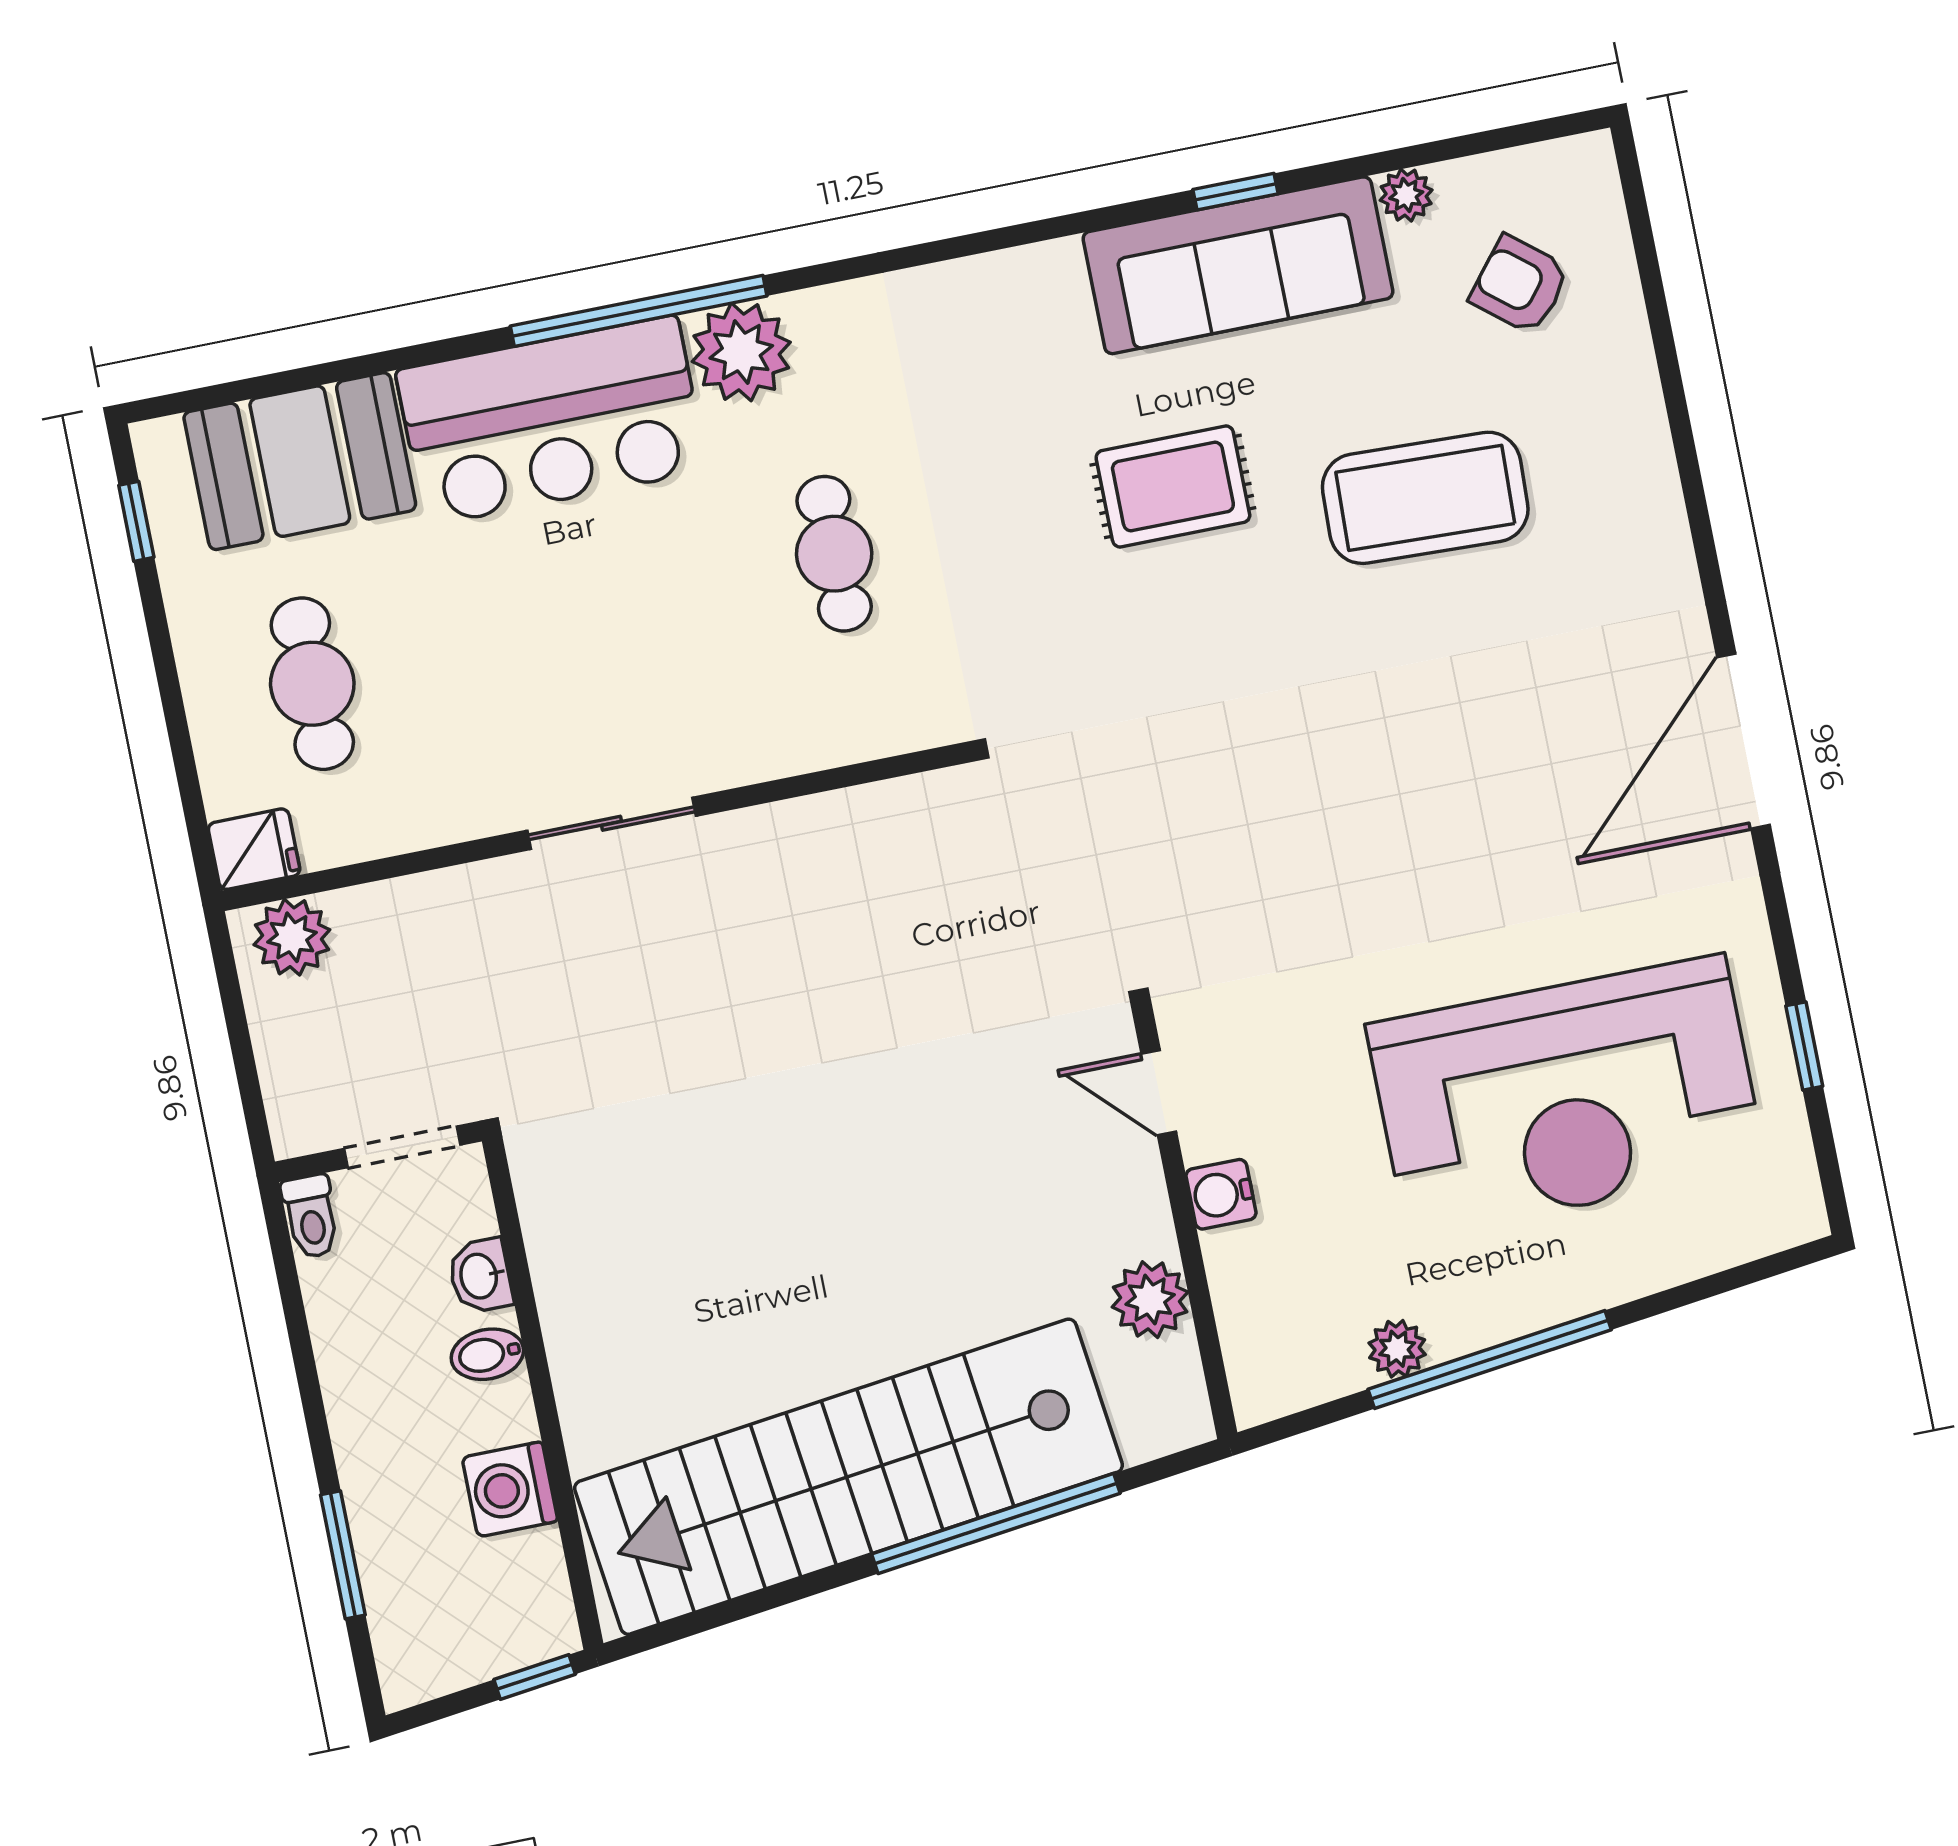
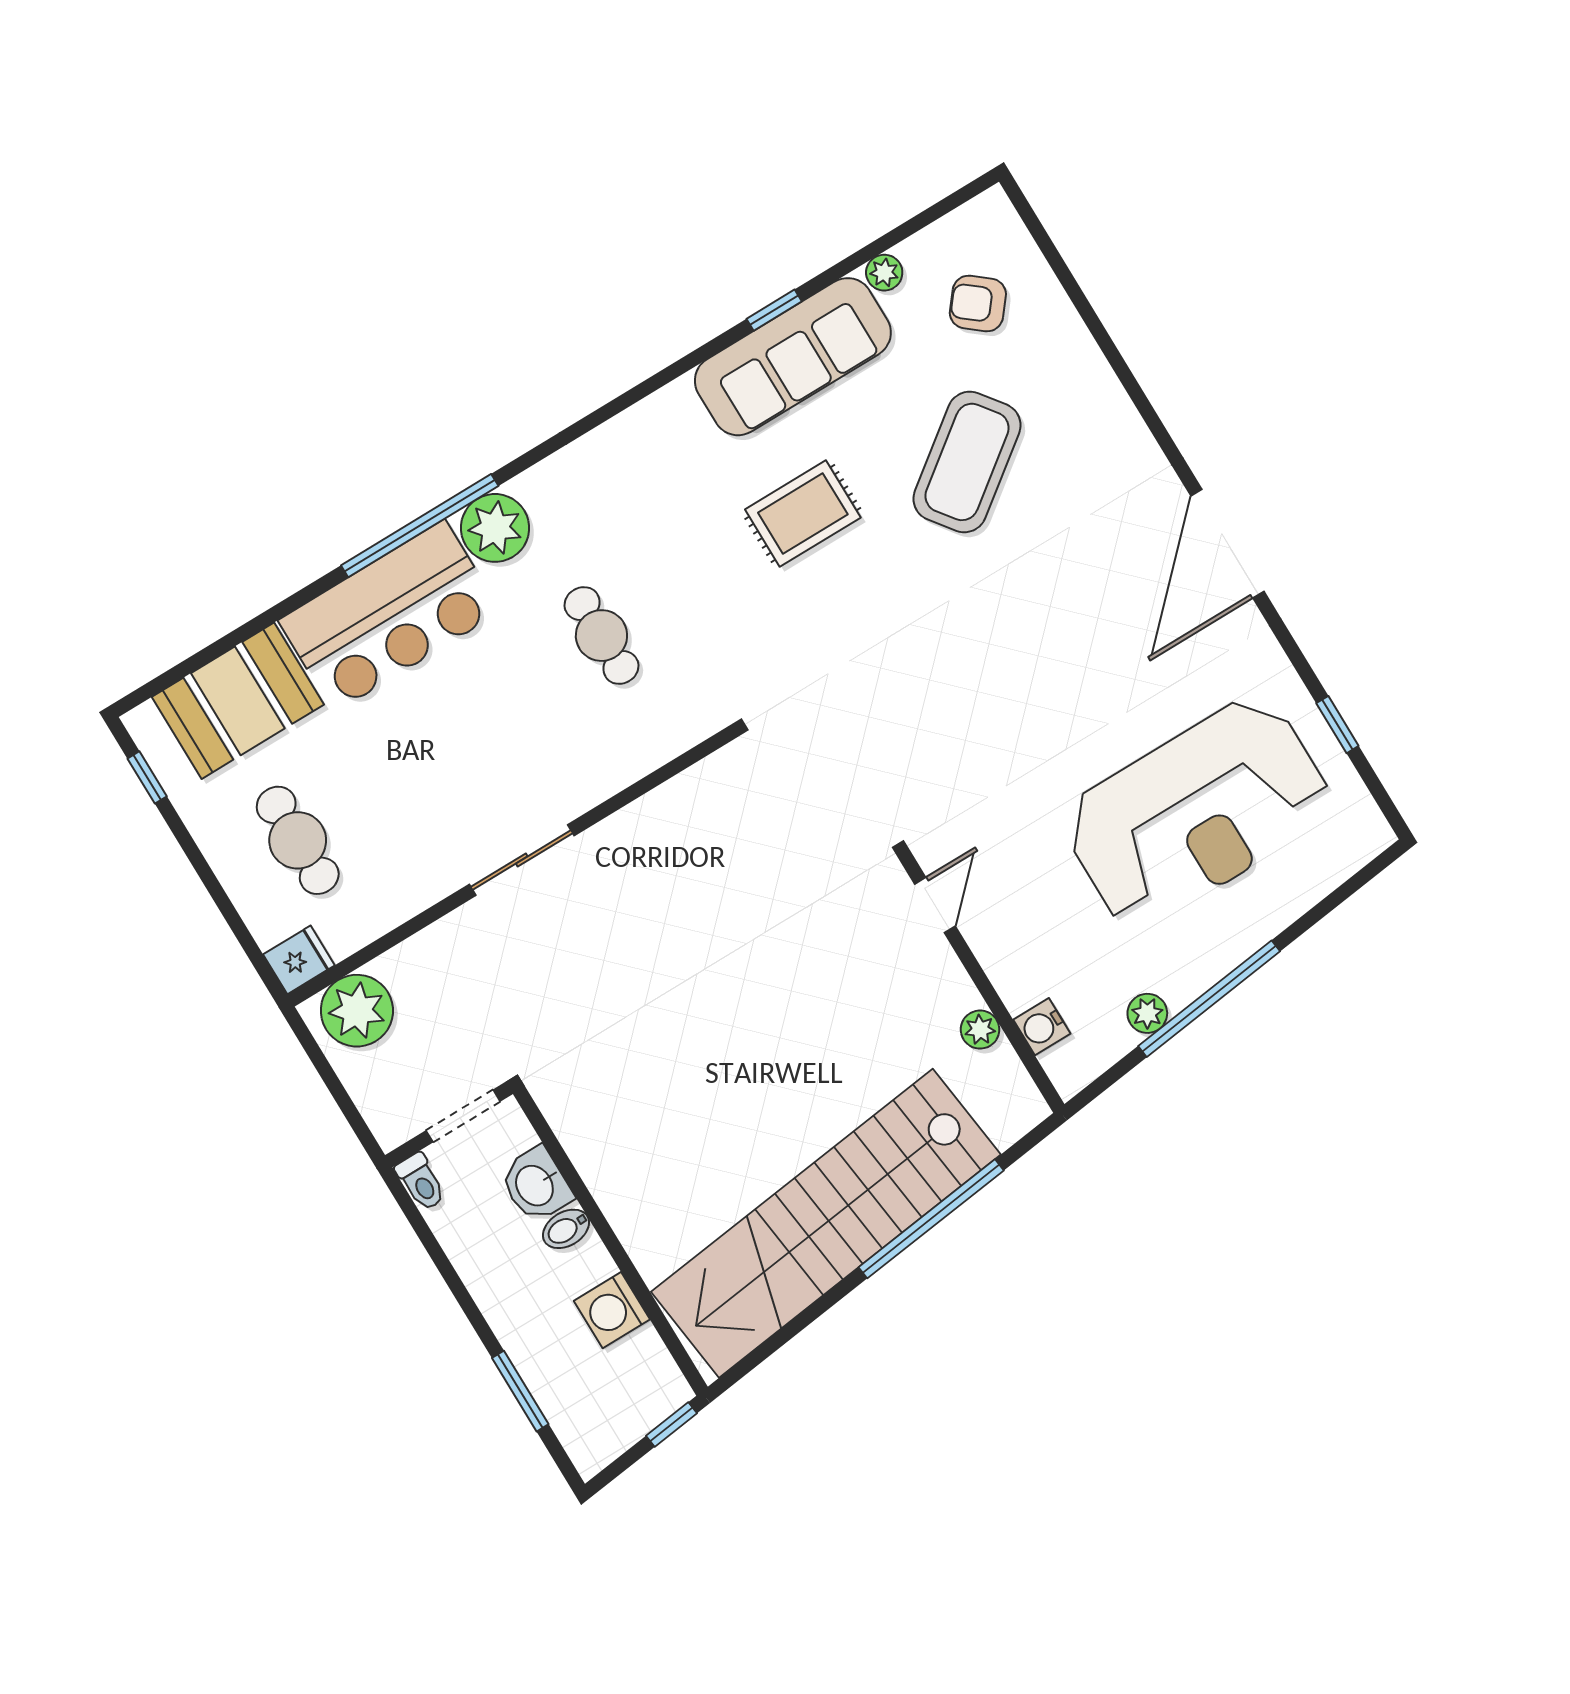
coffee table: (1425, 498) -> (967, 462), turned -39
plant: (292, 937) -> (357, 1011), width x1.36, depth x1.36
door: (1159, 1093) -> (935, 905), swing flipped
water cooler: (1221, 1194) -> (1042, 1027), moved
washbasin: (480, 1276) -> (536, 1185), width x1.38, depth x1.45
plant: (1150, 1300) -> (980, 1030), width x0.73, depth x0.73

